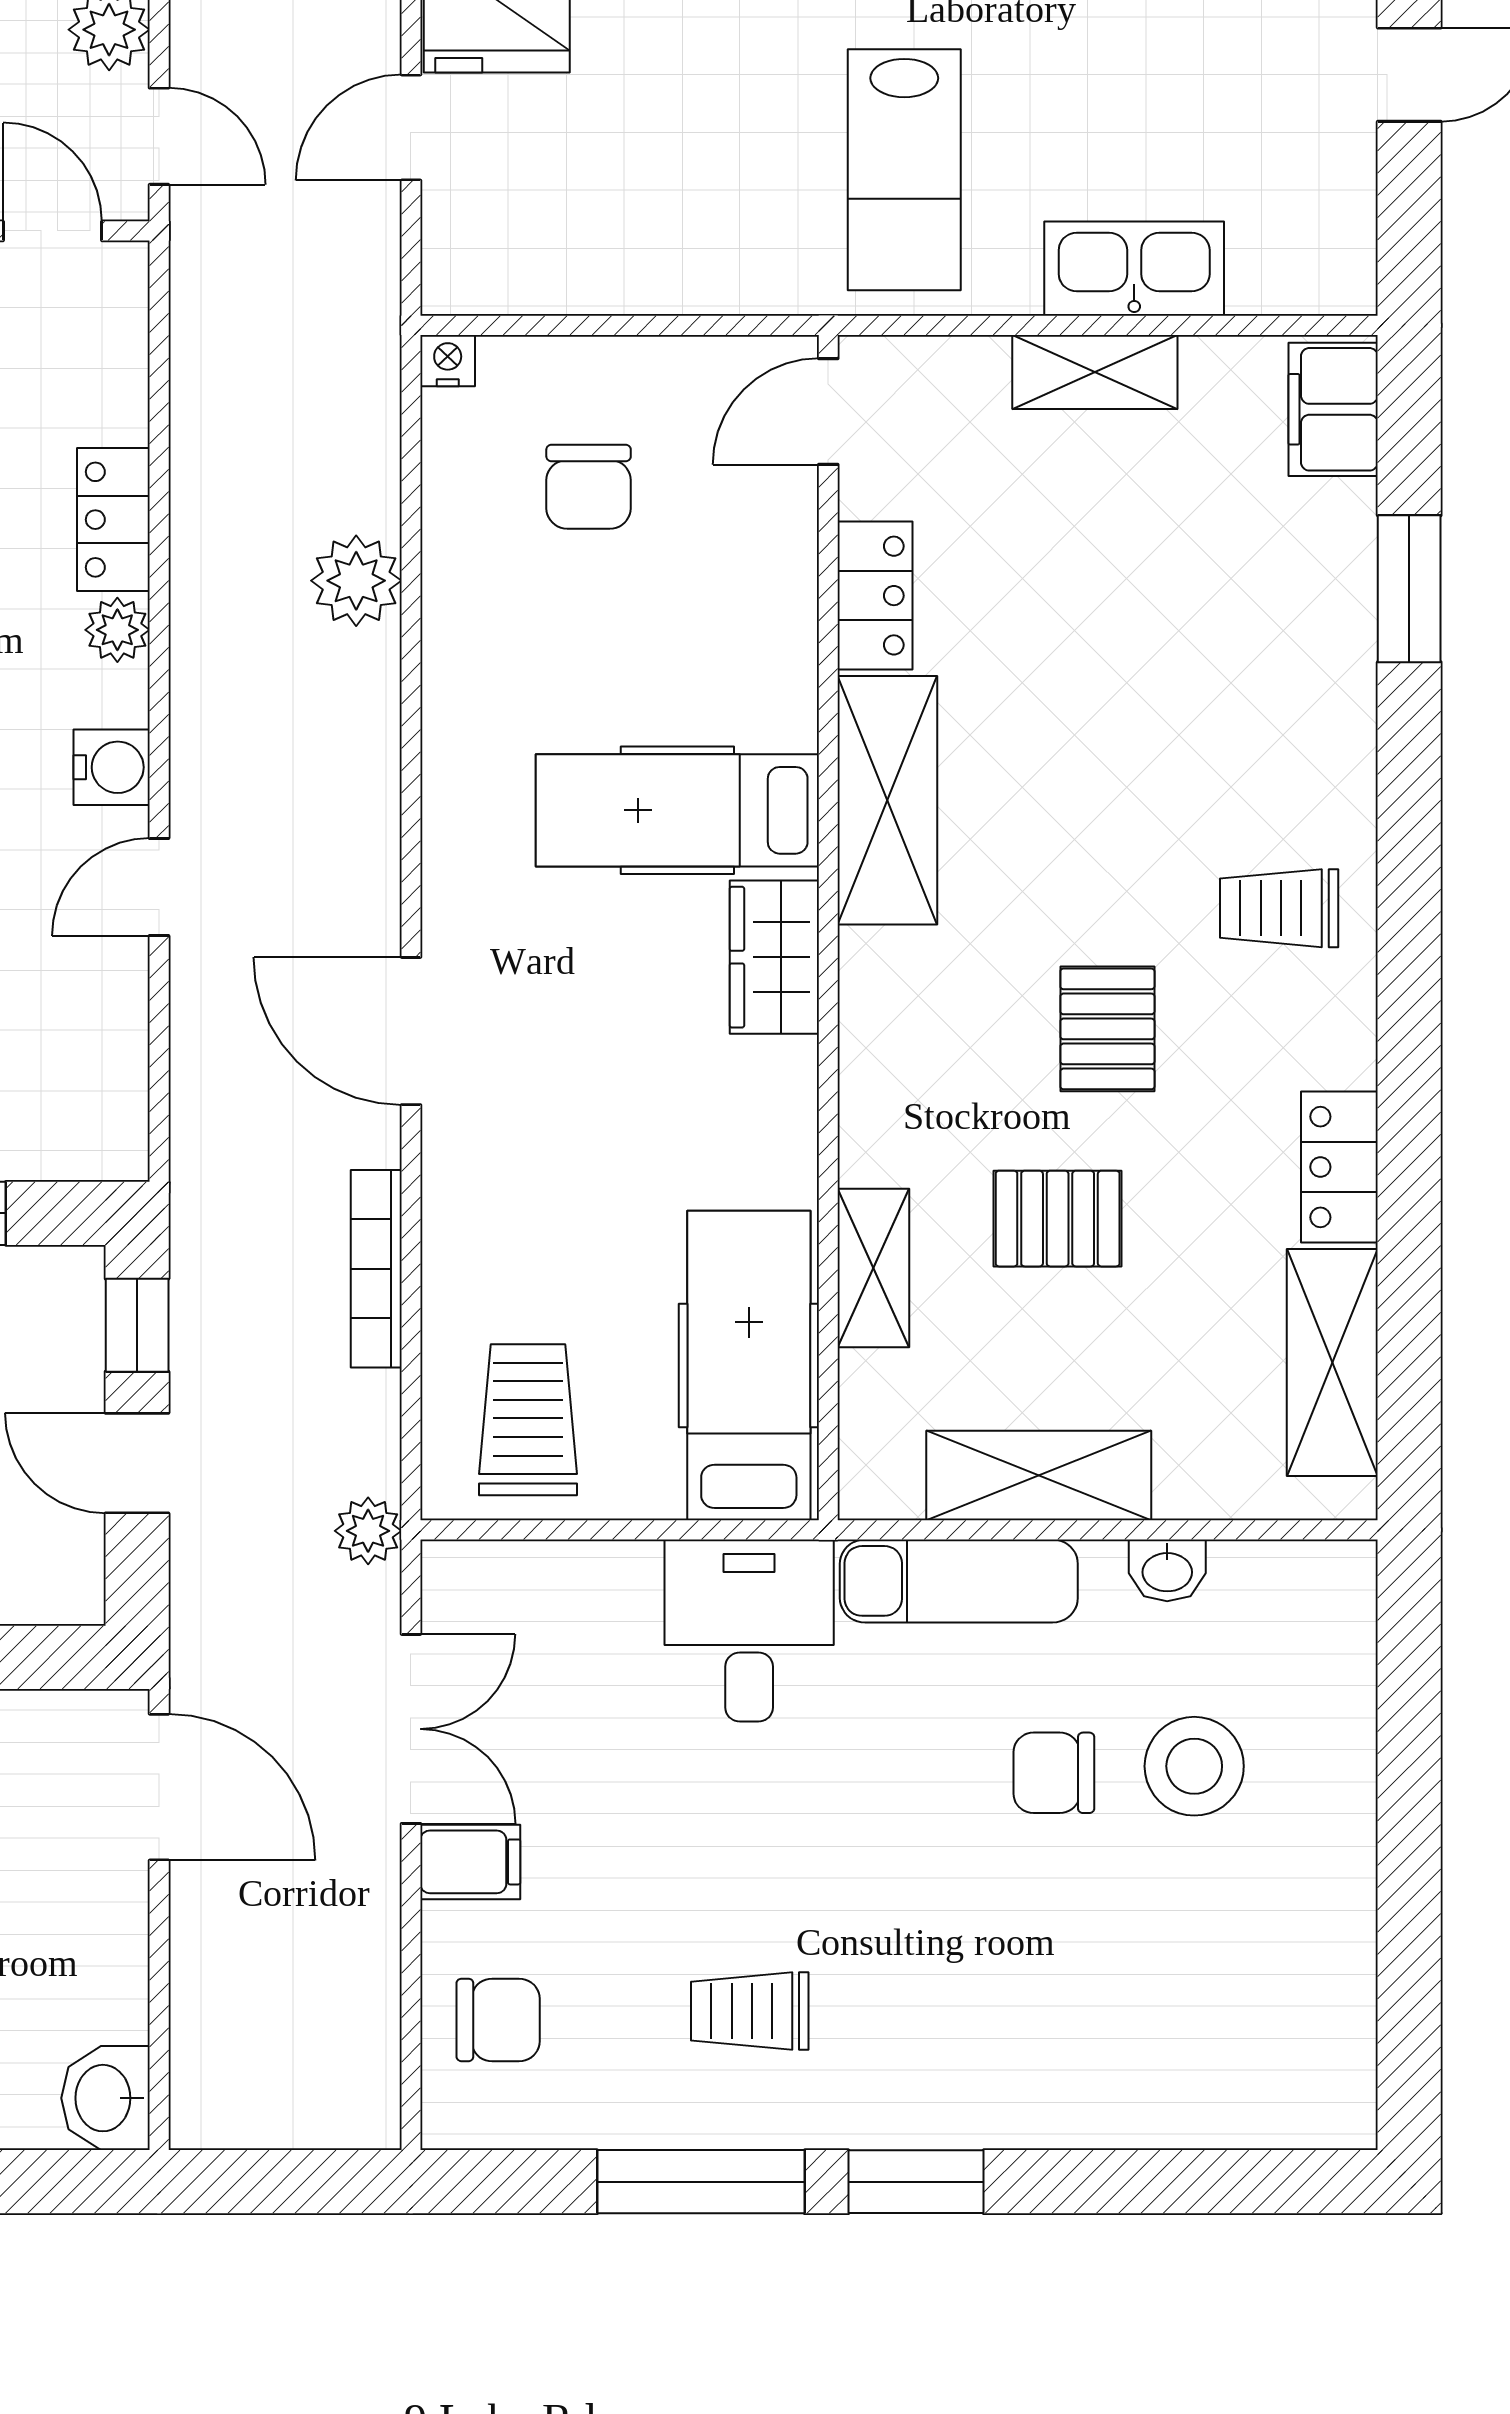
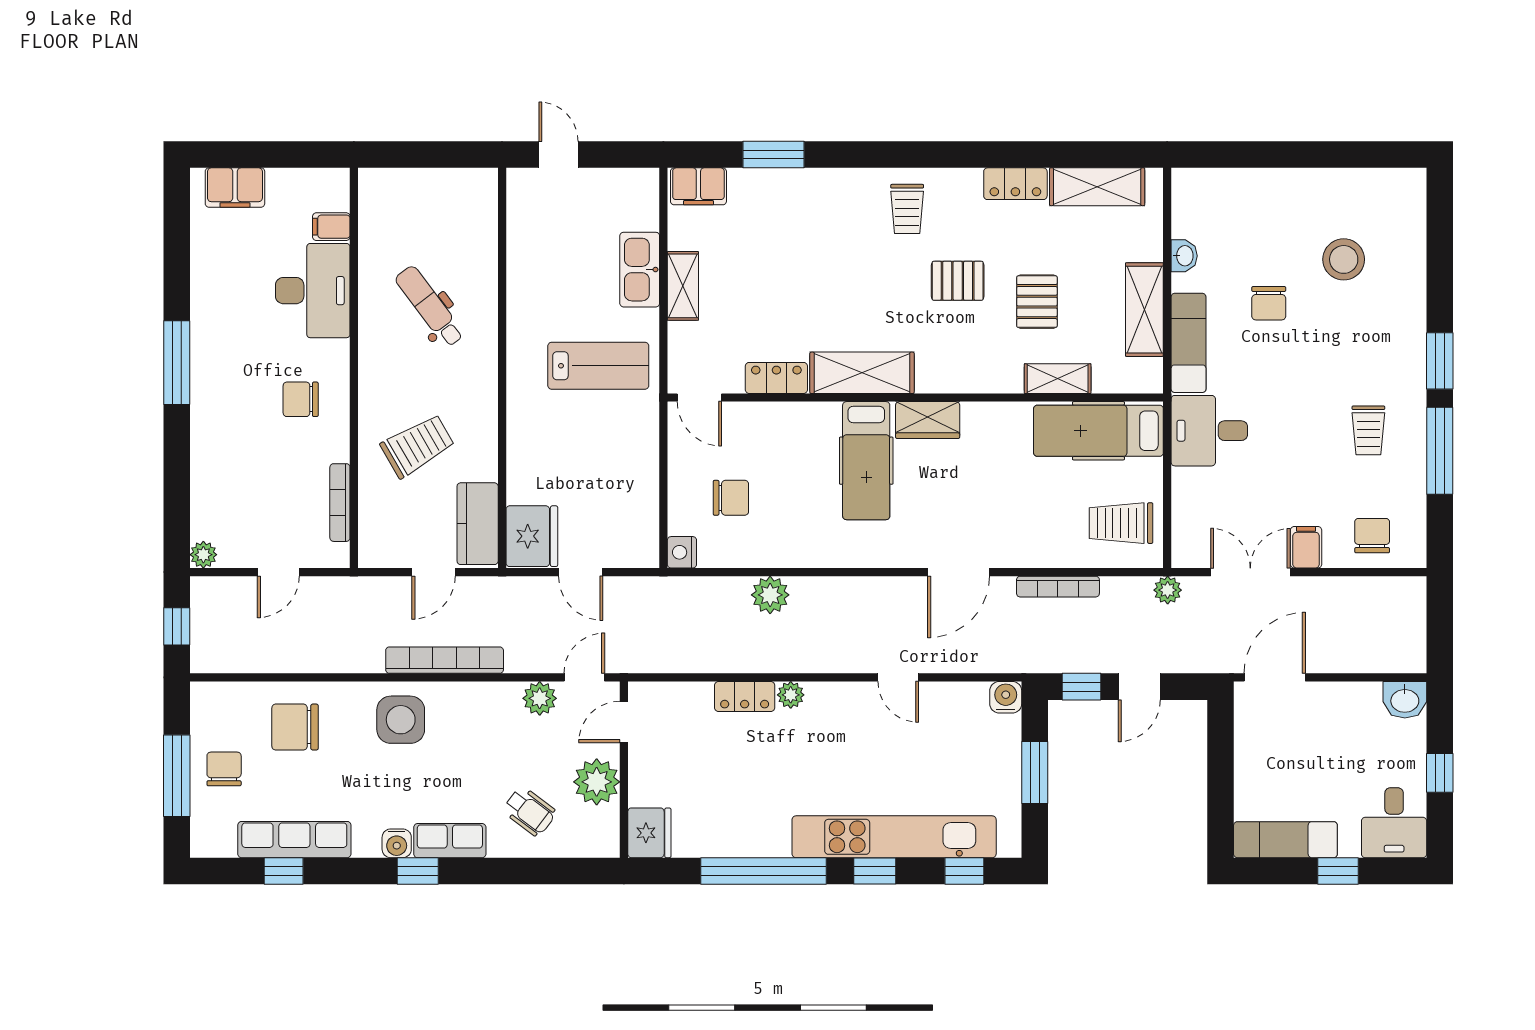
nightstand: (448, 361) -> (682, 552), width x1.39, depth x1.35
water cooler: (112, 767) -> (1006, 697), moved
stool: (1194, 1766) -> (1344, 259), moved

